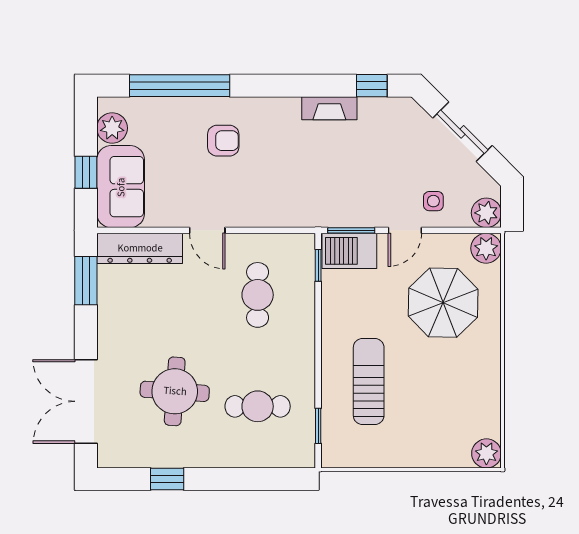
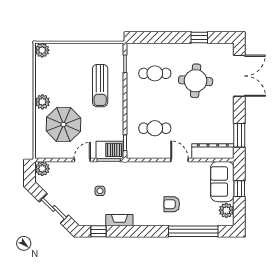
side table: (433, 201) -> (100, 191), moved
plant: (486, 248) -> (42, 102), moved
cafe table: (258, 295) -> (155, 128), turned 90

